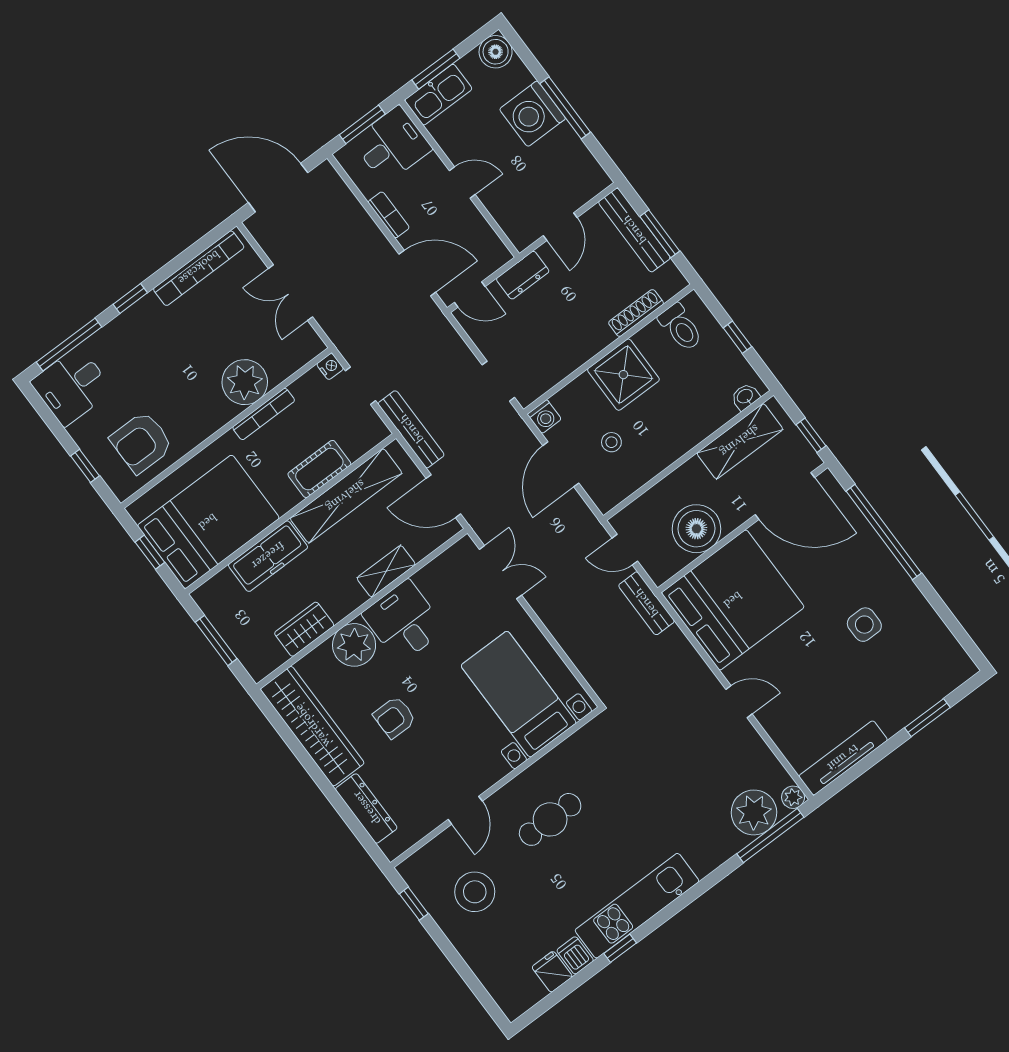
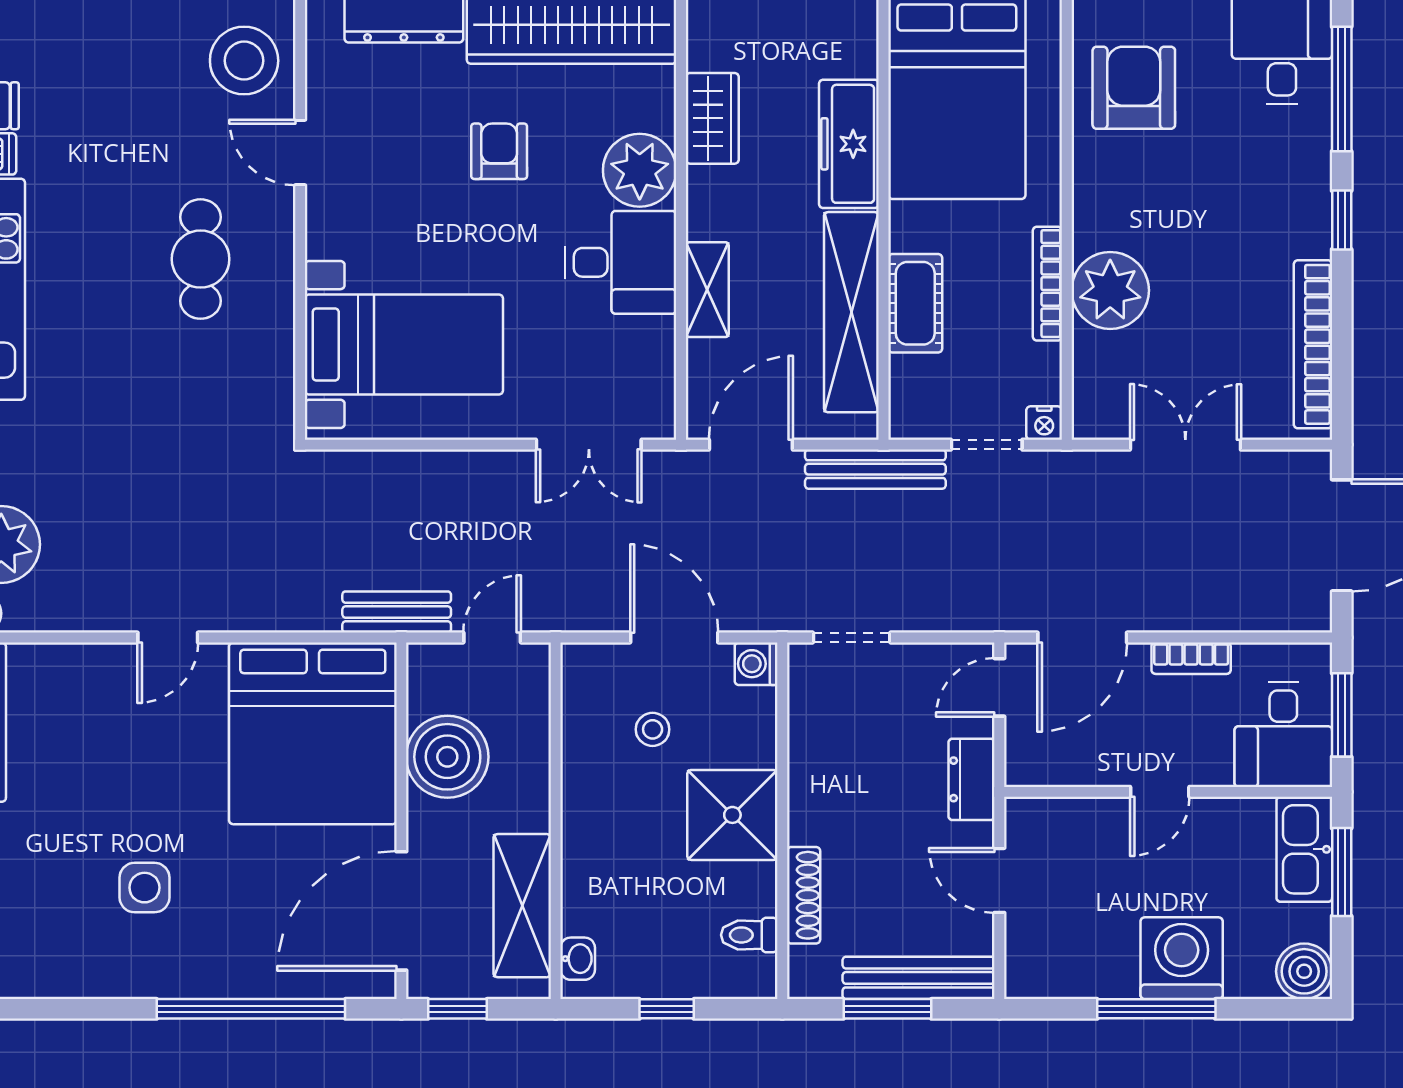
toilet: (681, 327) -> (749, 935), width x0.73, depth x0.72
stool: (475, 892) -> (244, 61), moved

